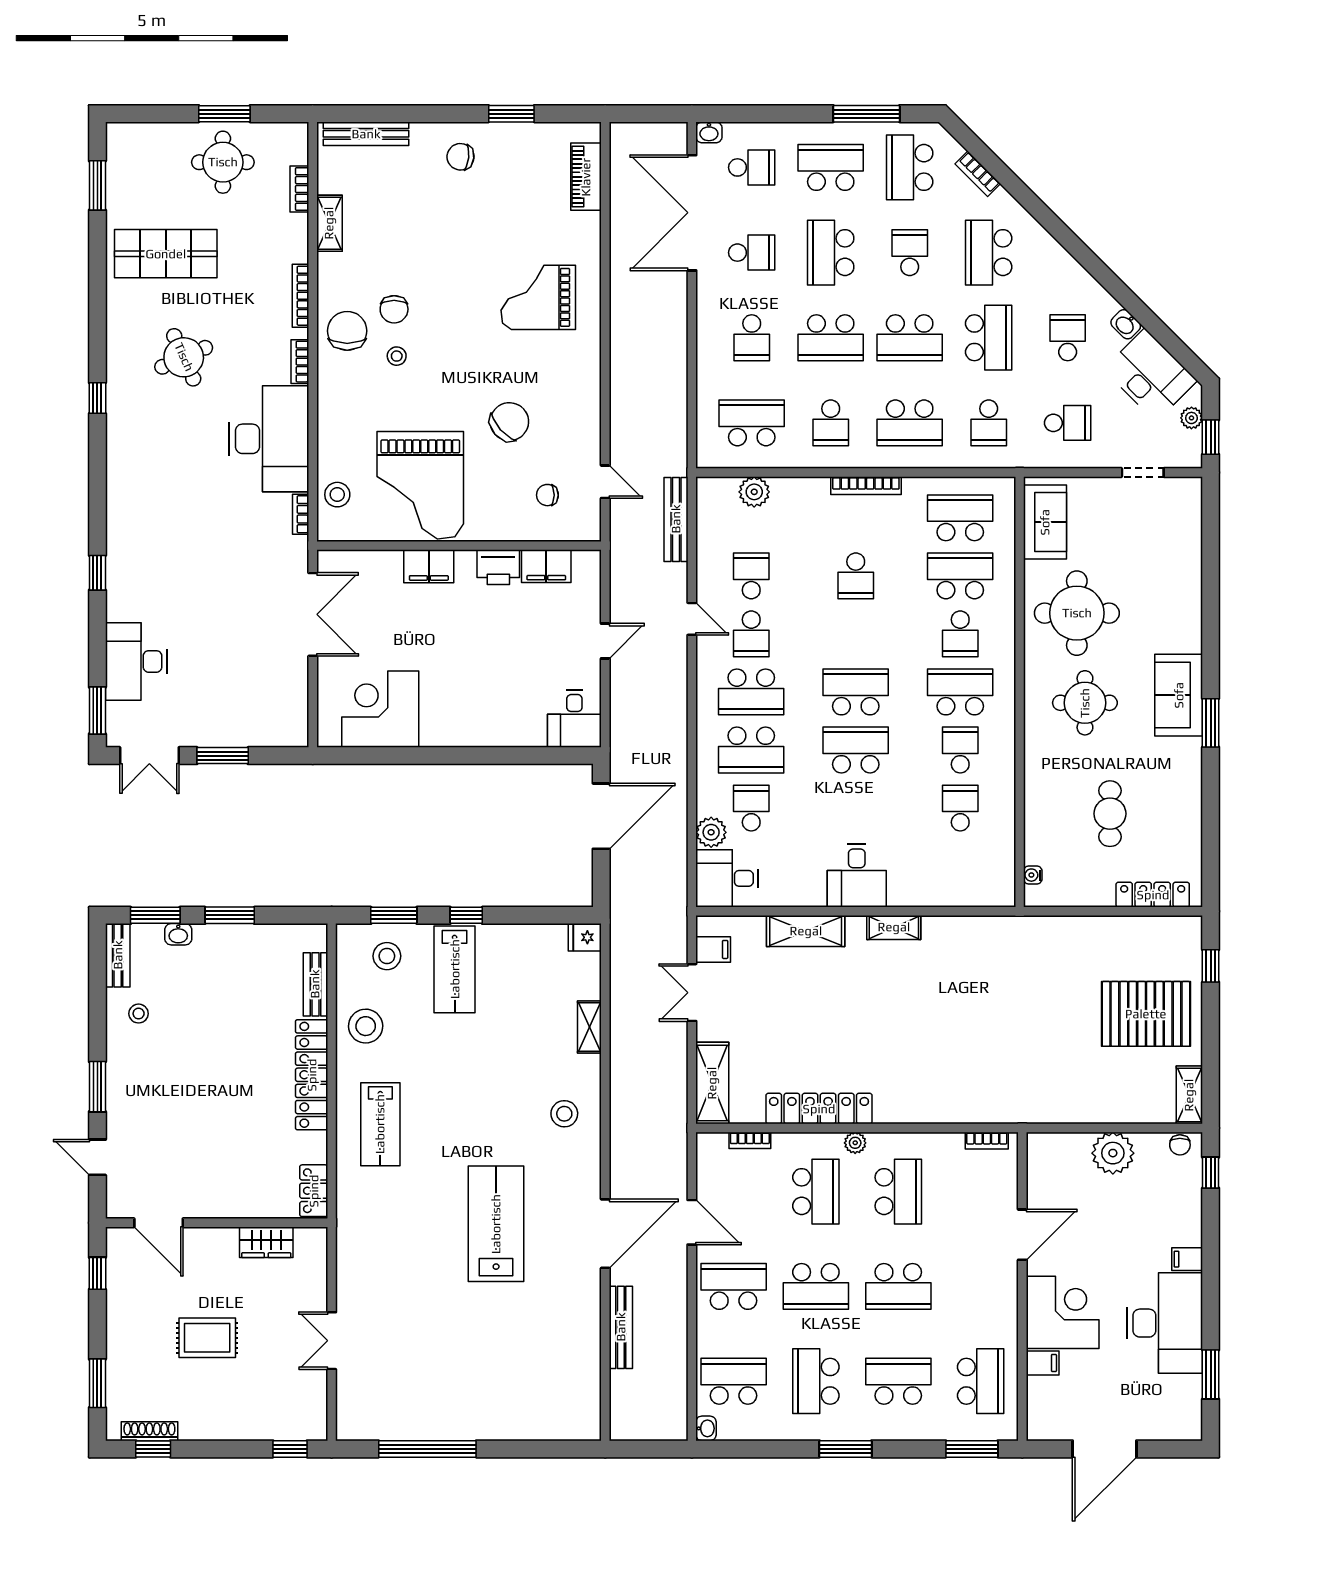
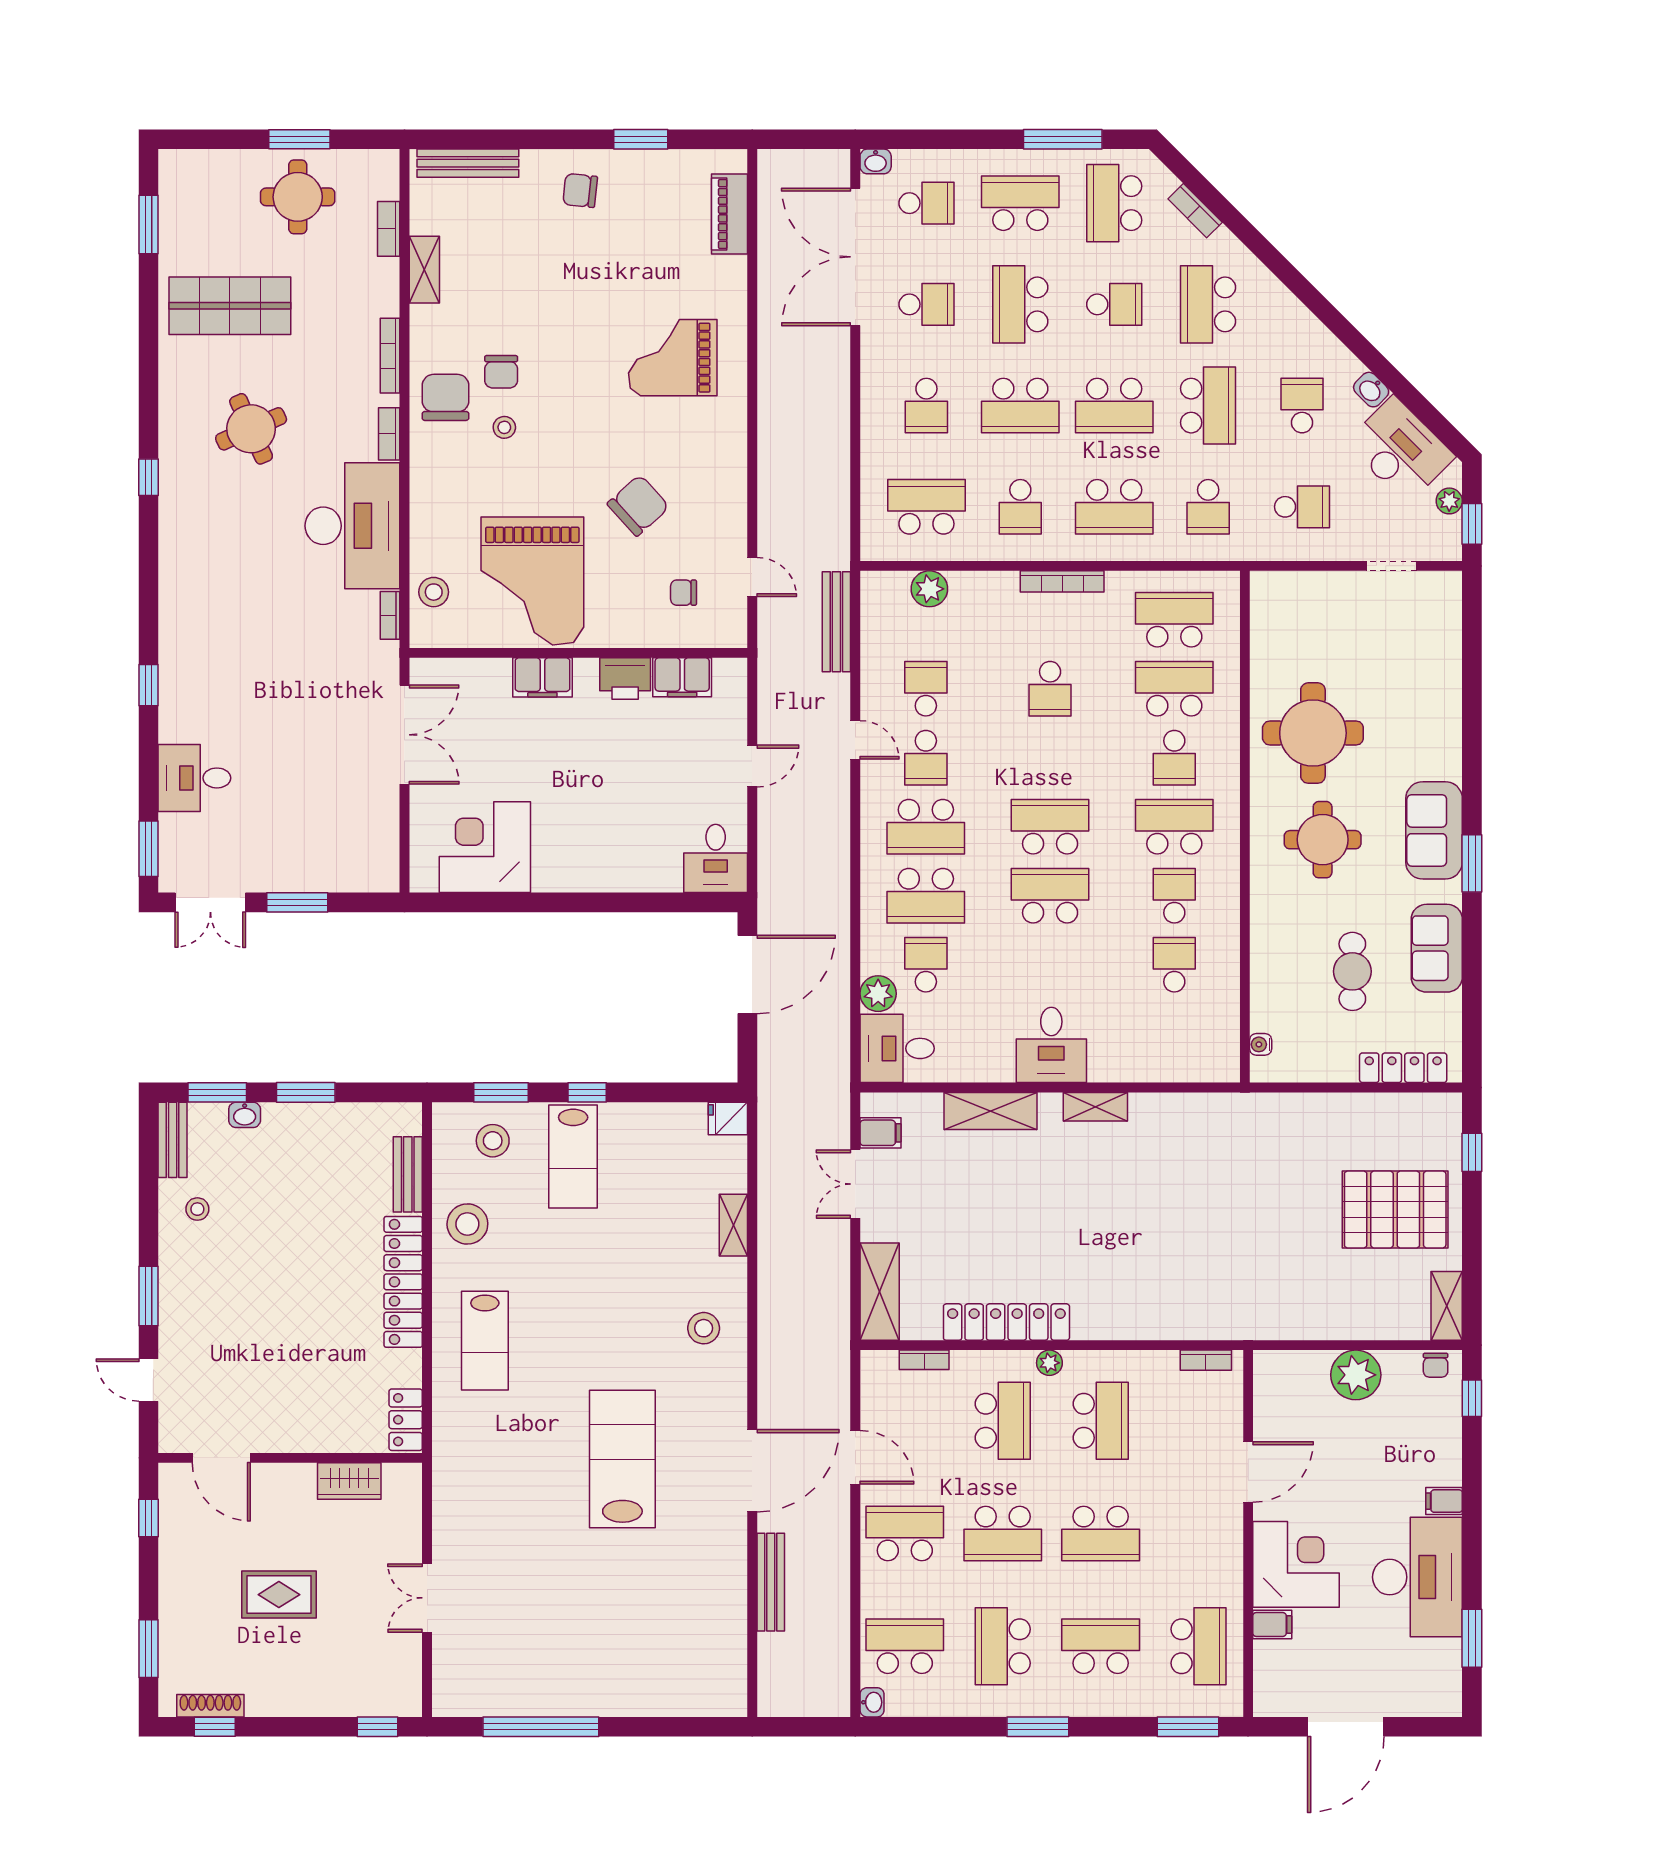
school desk: (910, 253) -> (1114, 304), turned 90
sofa: (1045, 522) -> (1437, 948), moved, turned 180
desk: (136, 661) -> (194, 778), width x0.73

